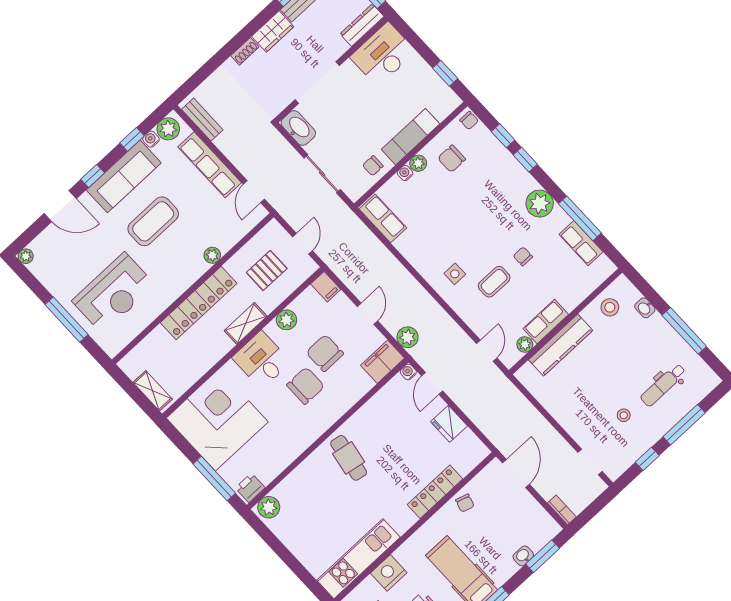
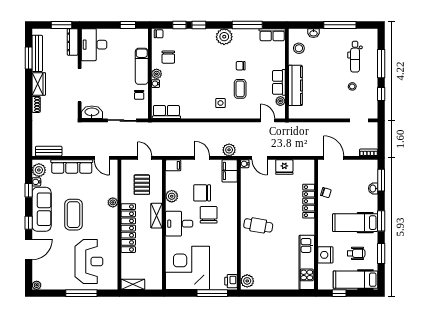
row of seats: (581, 243) -> (272, 35), moved
shelving: (153, 391) -> (133, 284), moved

